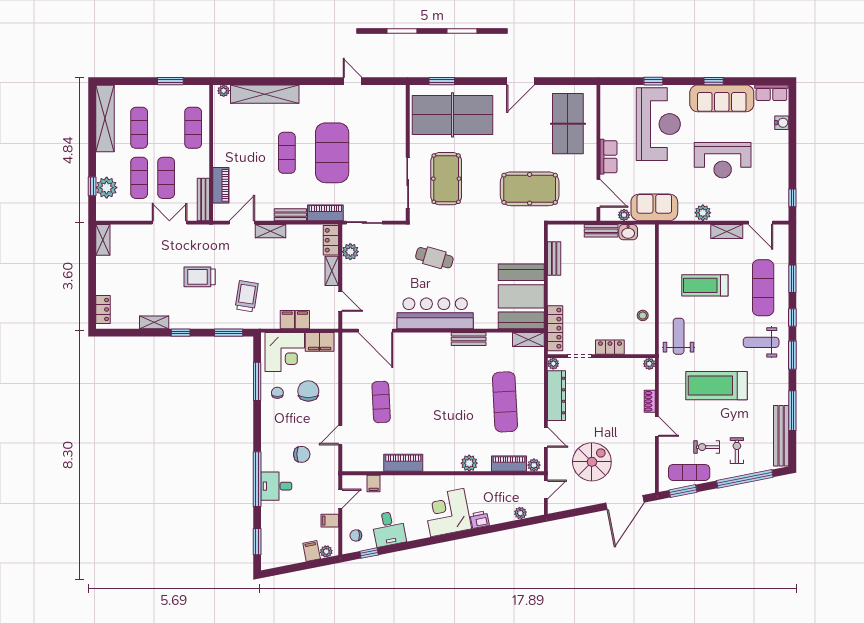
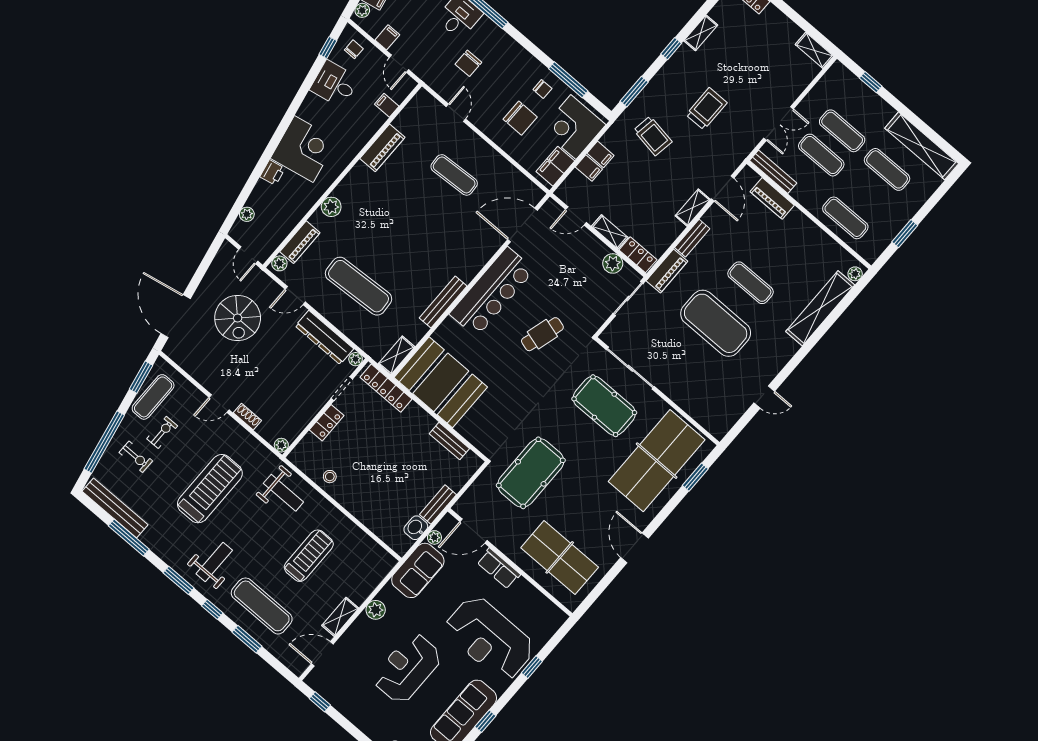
plant: (107, 188) -> (858, 94), removed
bench: (469, 339) -> (443, 302), width x1.36

